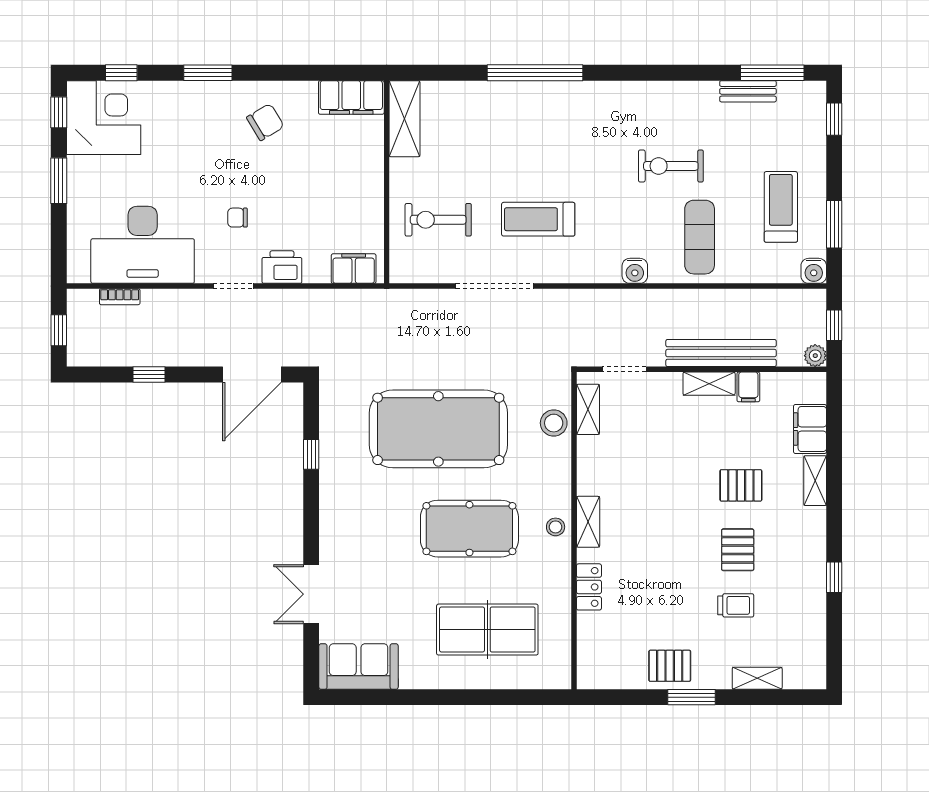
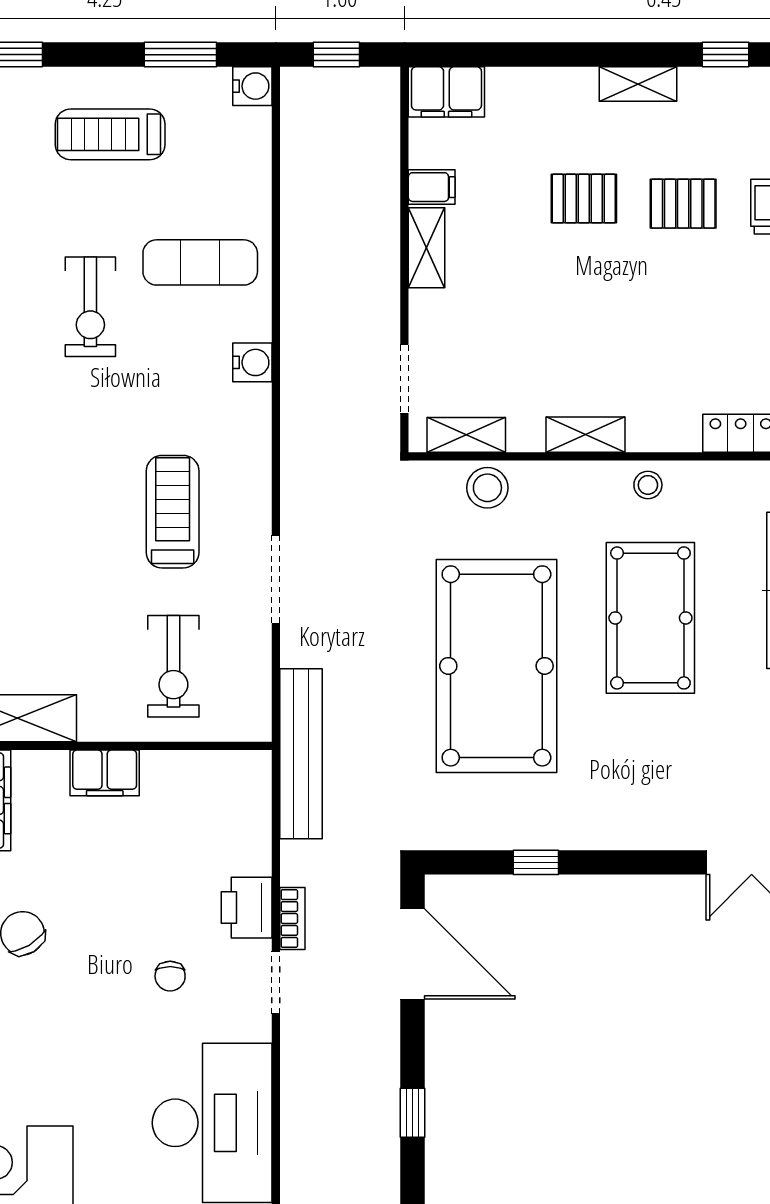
treadmill: (781, 207) -> (110, 134), moved
treadmill: (538, 219) -> (173, 512), turned 180
filing cabinet: (354, 269) -> (105, 773), moved, turned -90
doorway: (494, 286) -> (276, 579), width x0.73
bookcase: (120, 297) -> (292, 919), moved
bench: (721, 353) -> (301, 754), moved
plant: (815, 356) -> (383, 84), removed
filing cabinet: (810, 429) -> (446, 92), moved
shelving: (815, 481) -> (638, 84), moved
pallet: (741, 485) -> (584, 199), turned 90
shelving: (588, 522) -> (586, 435), moved

